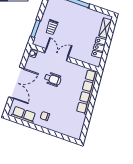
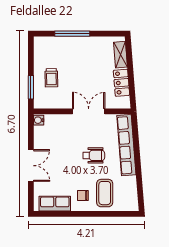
double door: (56, 55) -> (89, 111), moved
wheelchair: (53, 79) -> (94, 155), moved
double door: (16, 83) -> (31, 166), width x0.73
coffee table: (61, 120) -> (105, 193), added

